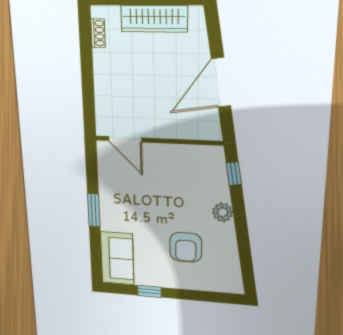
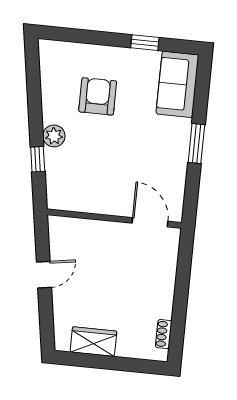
wardrobe: (154, 19) -> (93, 342), width x0.67
door: (221, 82) -> (44, 275), width x0.53
window: (234, 174) -> (38, 159), moved

